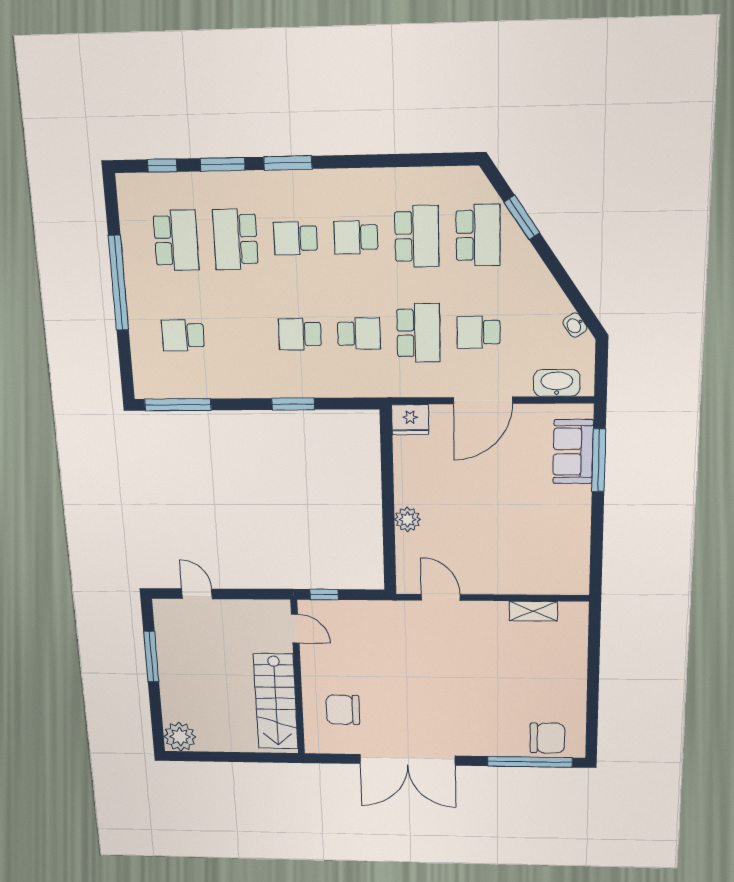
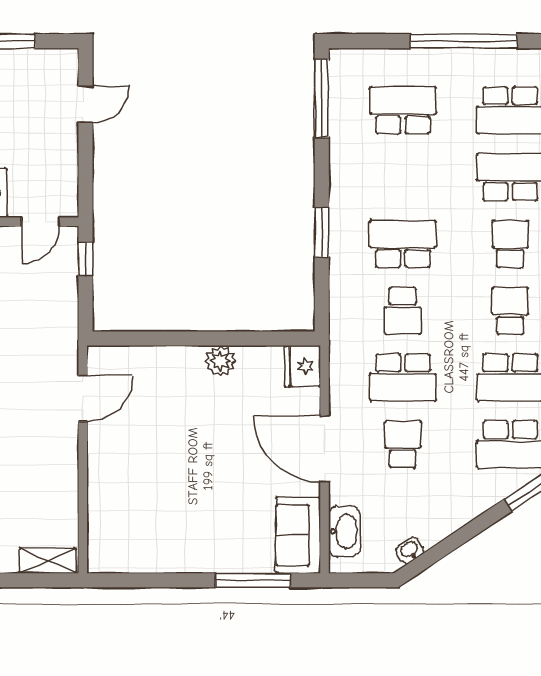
school desk: (300, 334) -> (403, 244), width x1.85
school desk: (183, 335) -> (403, 110), width x1.85
sofa: (573, 452) -> (298, 535), moved, turned -90
plant: (407, 519) -> (220, 361), moved
shelving: (533, 611) -> (48, 561), moved, turned 90

